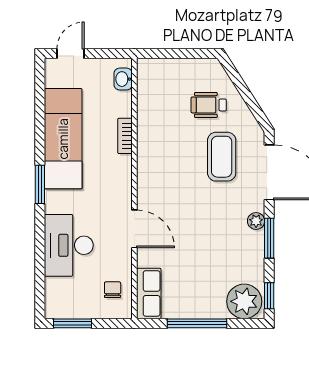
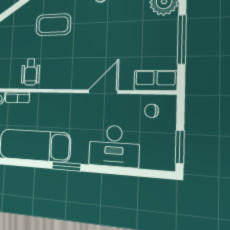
wheelchair: (209, 105) -> (31, 72), moved
bookcase: (125, 136) -> (17, 97), moved

